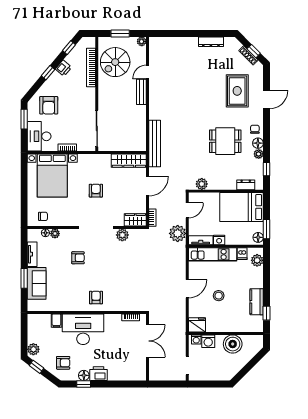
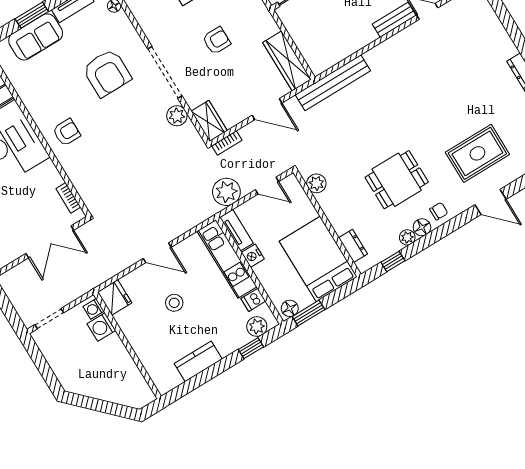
dining table: (225, 141) -> (397, 180), turned 90
plant: (55, 234) -> (121, 20), removed
armchair: (78, 258) -> (107, 73), width x1.88, depth x1.88
window: (267, 313) -> (251, 348), moved
boiler: (233, 344) -> (118, 364), removed

